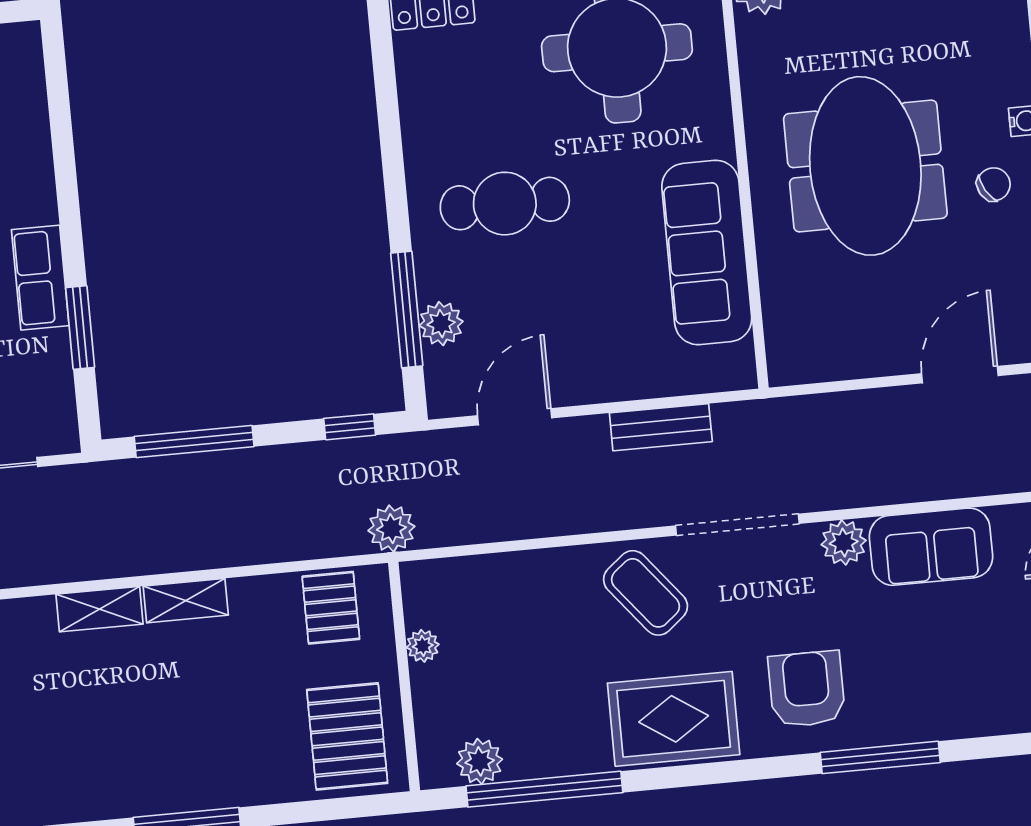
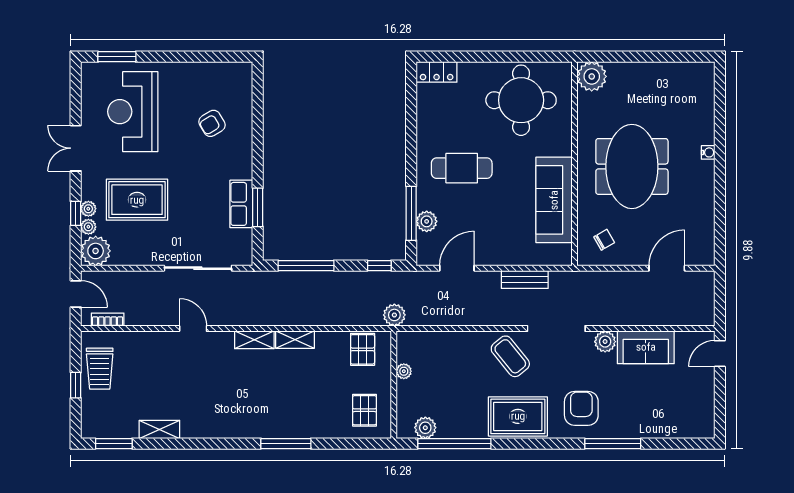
chair: (994, 184) -> (604, 240), moved
row of seats: (40, 278) -> (241, 204), moved
pallet: (347, 736) -> (365, 410), width x0.67, depth x0.71

